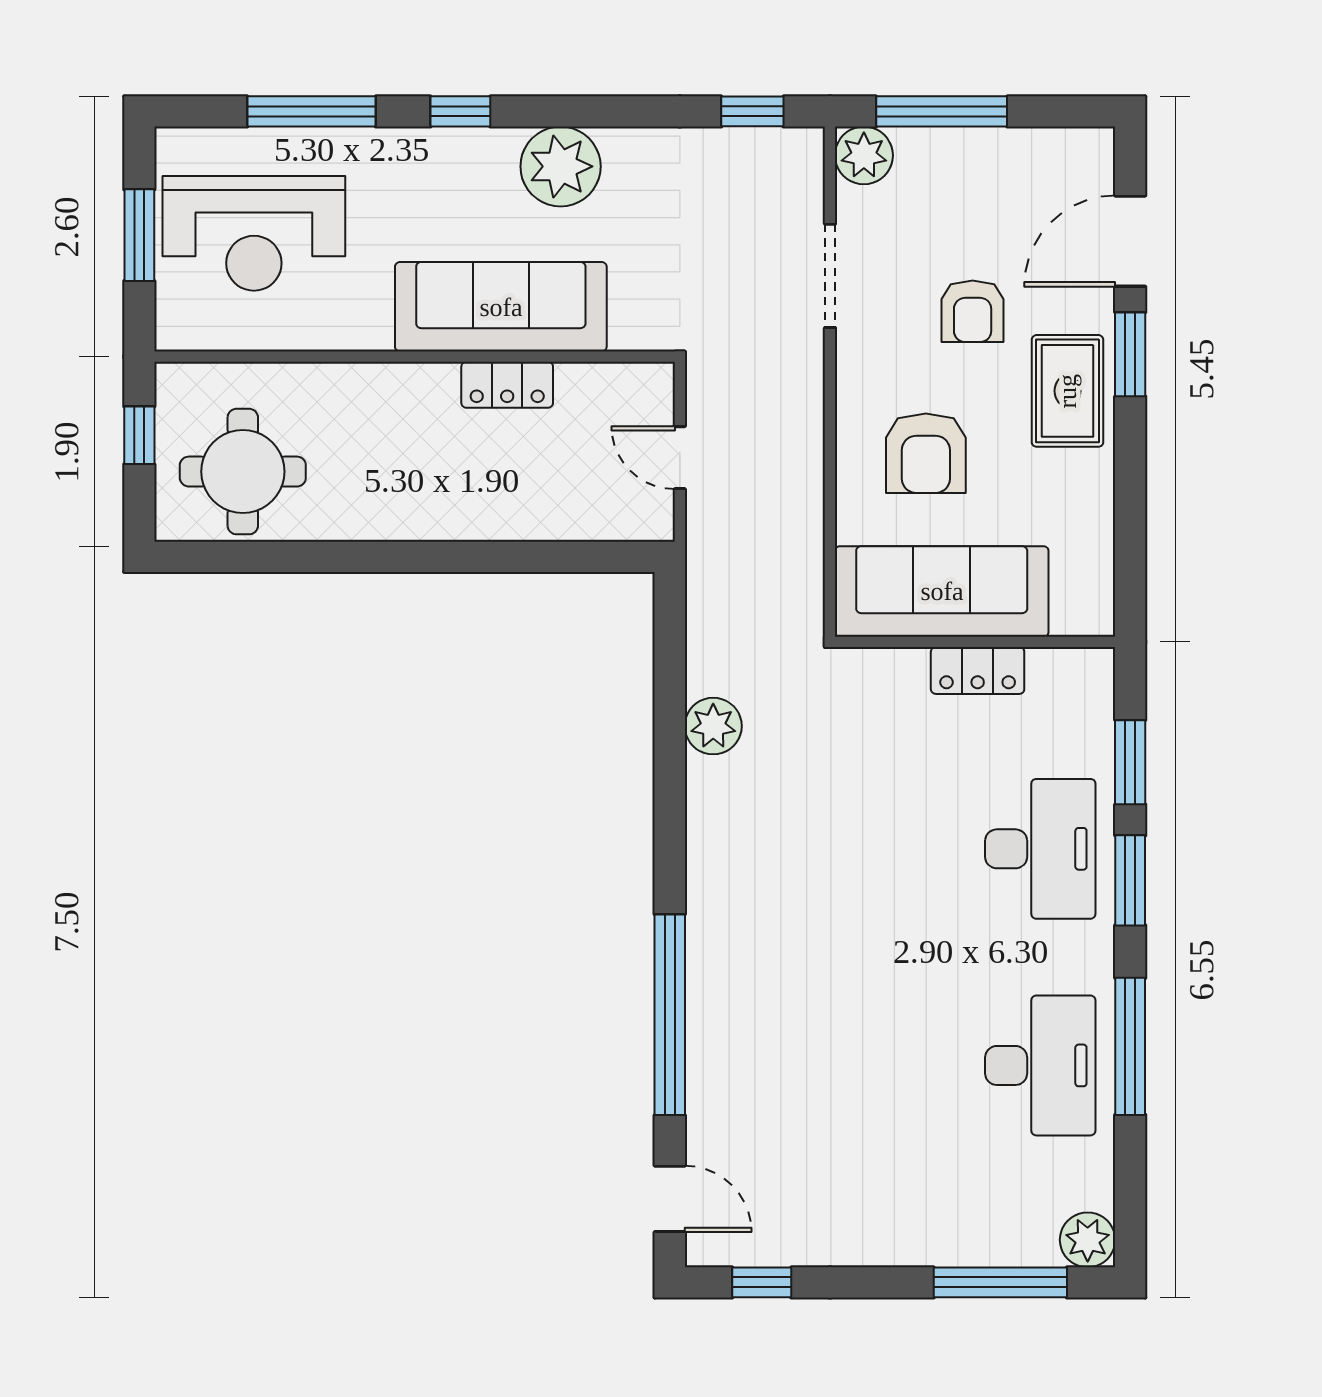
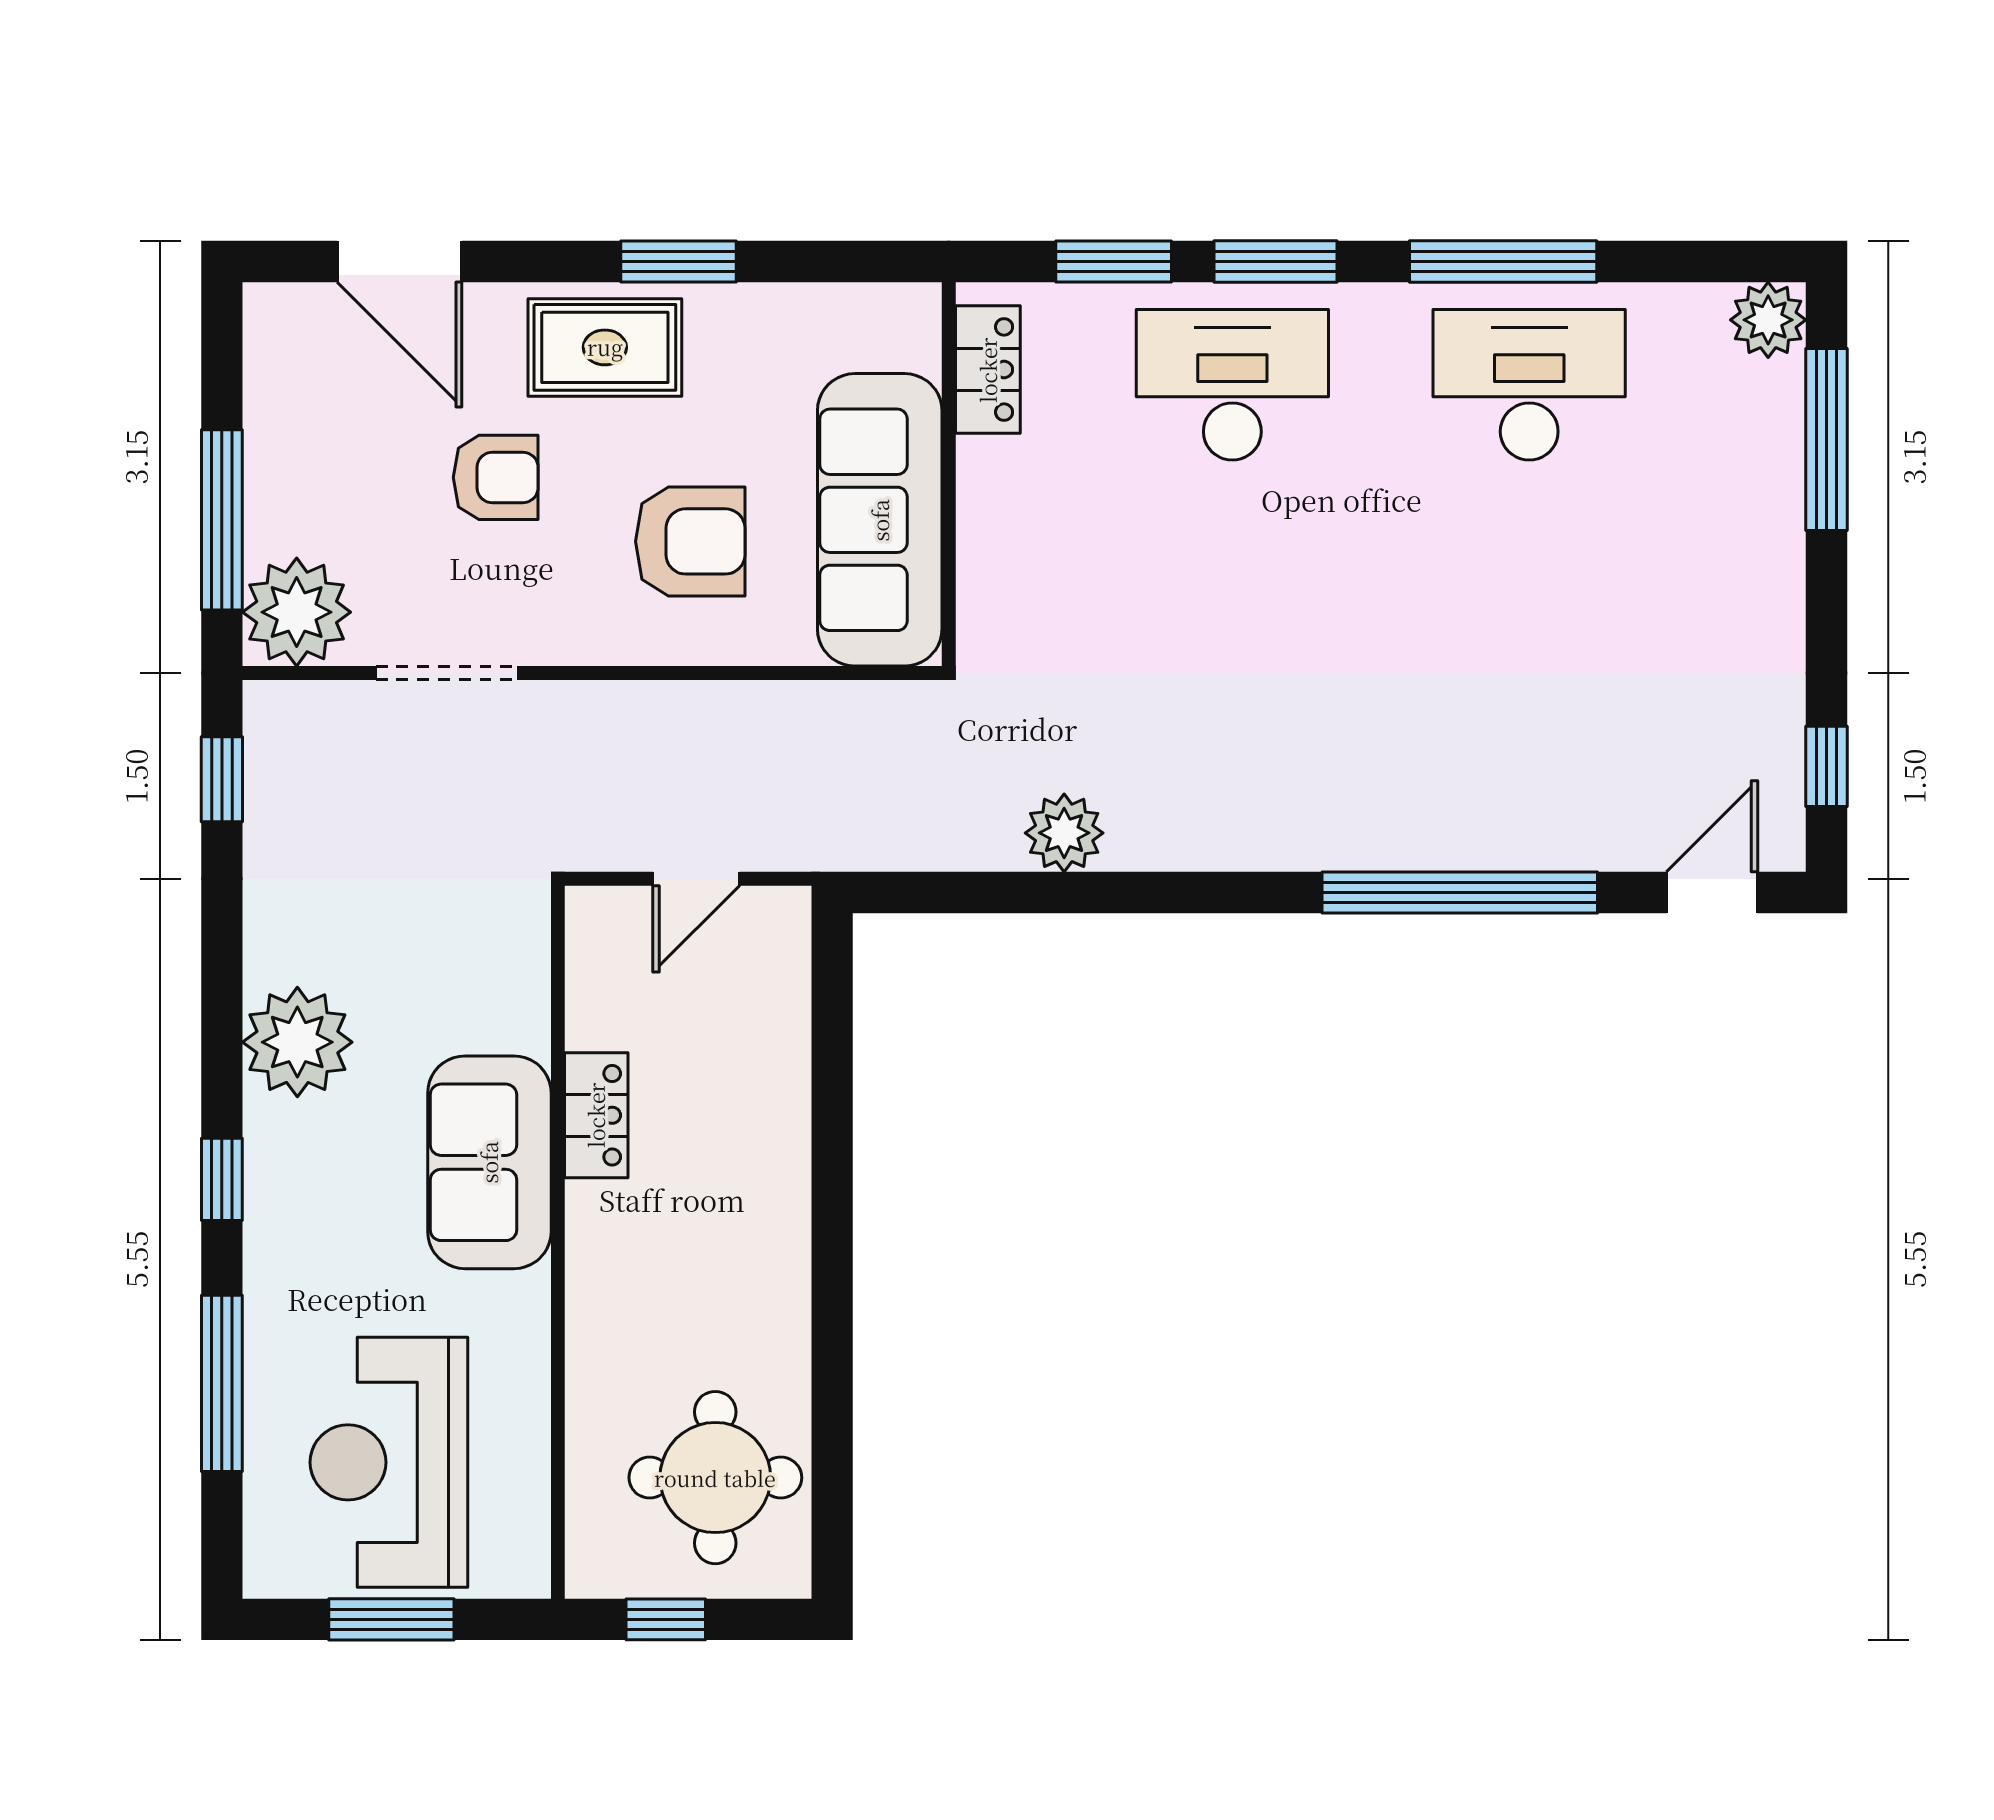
plant: (864, 155) -> (297, 612), width x1.36, depth x1.36
reception desk: (254, 233) -> (389, 1462), turned 180
sofa: (501, 307) -> (489, 1162), width x0.73
window: (1130, 354) -> (678, 262), moved
locker: (978, 670) -> (988, 370), moved

